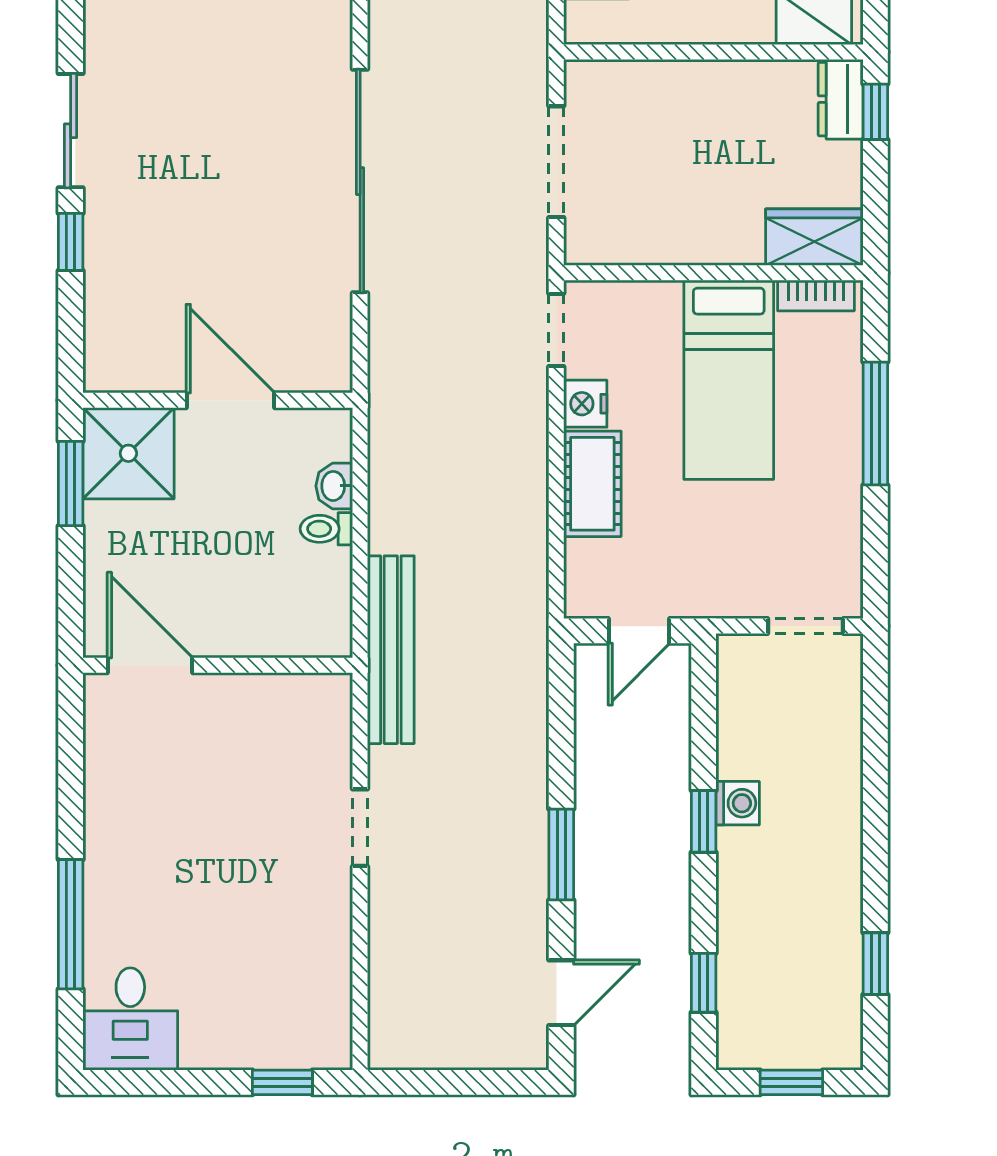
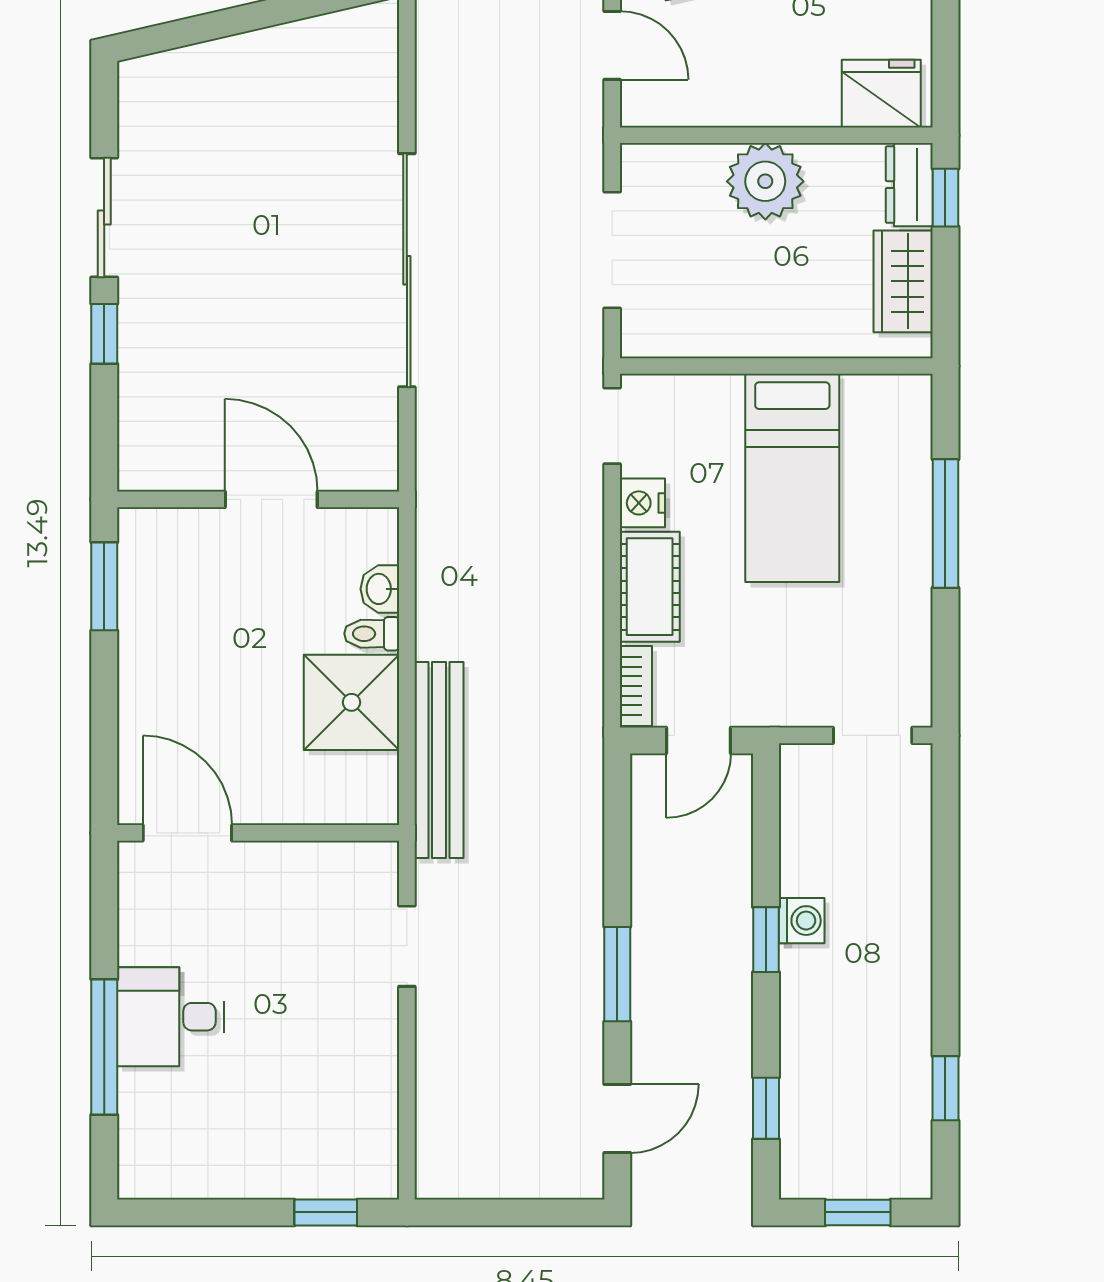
plant: (703, 96) -> (765, 181), added
wardrobe: (814, 237) -> (903, 281), moved, turned -90
bookcase: (816, 295) -> (636, 686), moved, turned -90
shower: (128, 453) -> (352, 702), moved
door: (150, 665) -> (187, 833), moved
wall: (218, 665) -> (258, 833), moved
desk: (130, 1019) -> (171, 1017), moved, turned 90

